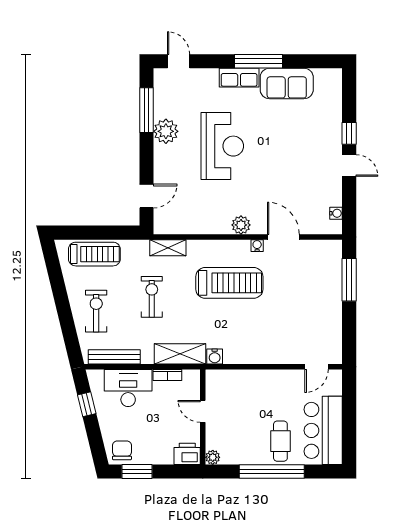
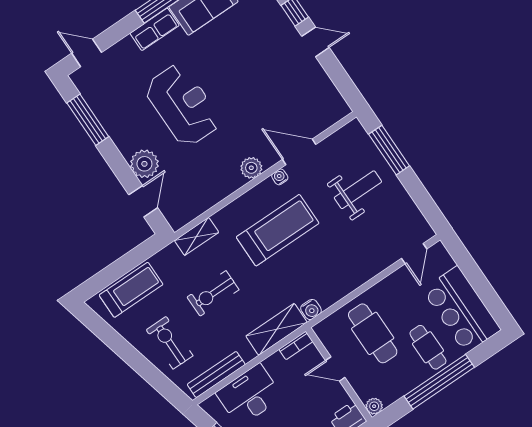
plant: (166, 131) -> (144, 164), moved
water cooler: (336, 213) -> (334, 95), removed
weight bench: (307, 293) -> (358, 190), added
exercise bike: (152, 297) -> (213, 293), turned -90
bookcase: (167, 375) -> (296, 345), moved
cafe table: (247, 404) -> (373, 333), added

